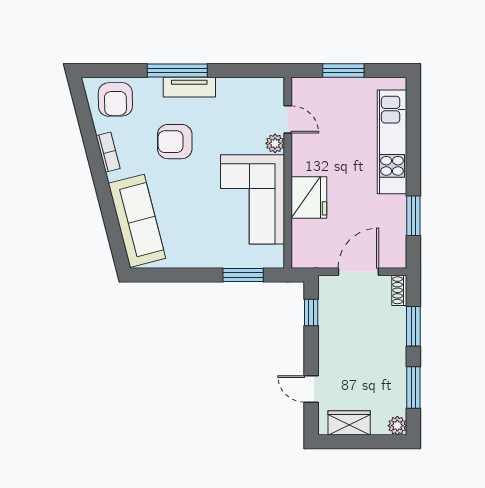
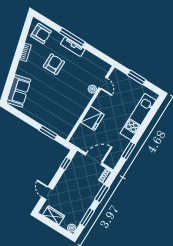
armchair: (115, 99) -> (41, 34), turned -89
armchair: (175, 142) -> (54, 64), turned 90
corner sofa: (253, 199) -> (70, 105), removed
sofa: (137, 221) -> (19, 91), width x0.73

